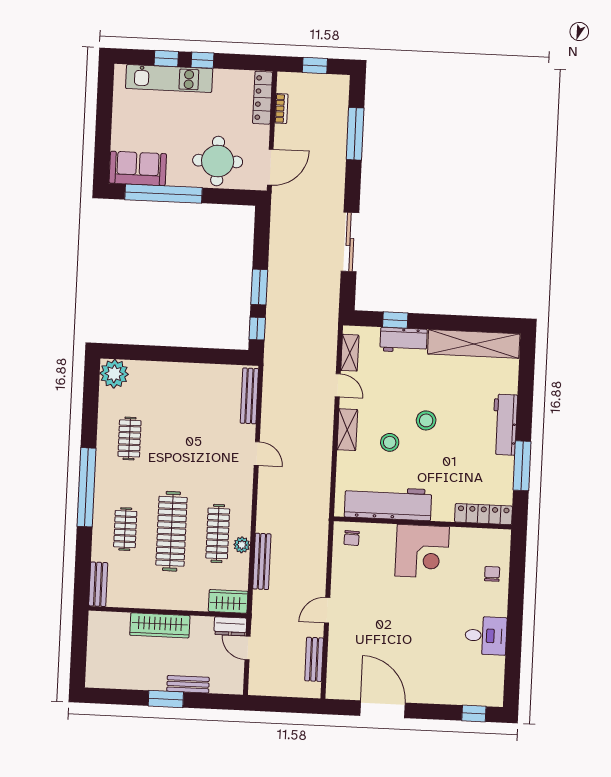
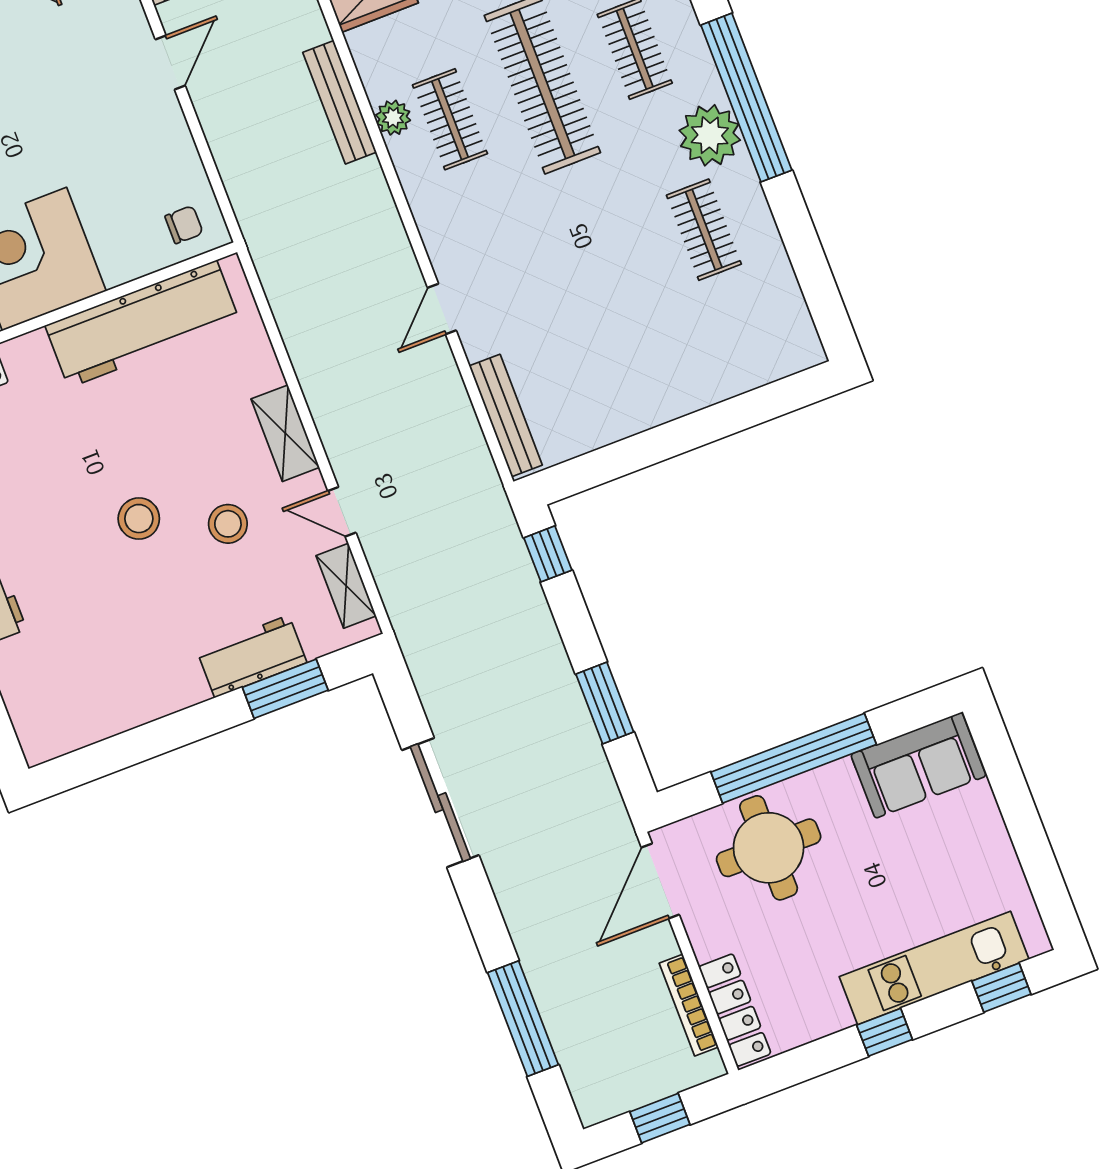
window: (166, 58) -> (1001, 988), moved
bookcase: (281, 109) -> (689, 1005), width x1.56
window: (164, 194) -> (794, 758), moved
window: (259, 287) -> (605, 703), moved
window: (395, 320) -> (285, 689), width x1.50
shelving: (474, 344) -> (111, 709), removed
plant: (114, 374) -> (710, 135), moved
stool: (390, 442) -> (228, 524), moved
door: (257, 454) -> (442, 309), hinge flipped
clothes rail: (218, 533) -> (450, 119), width x0.73
chair: (352, 538) -> (184, 225), turned 88

